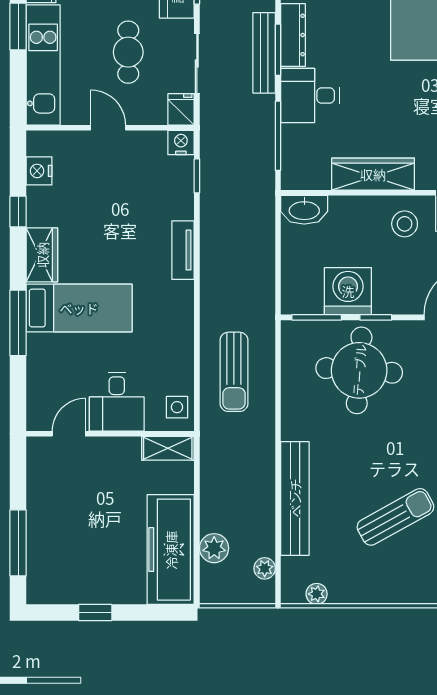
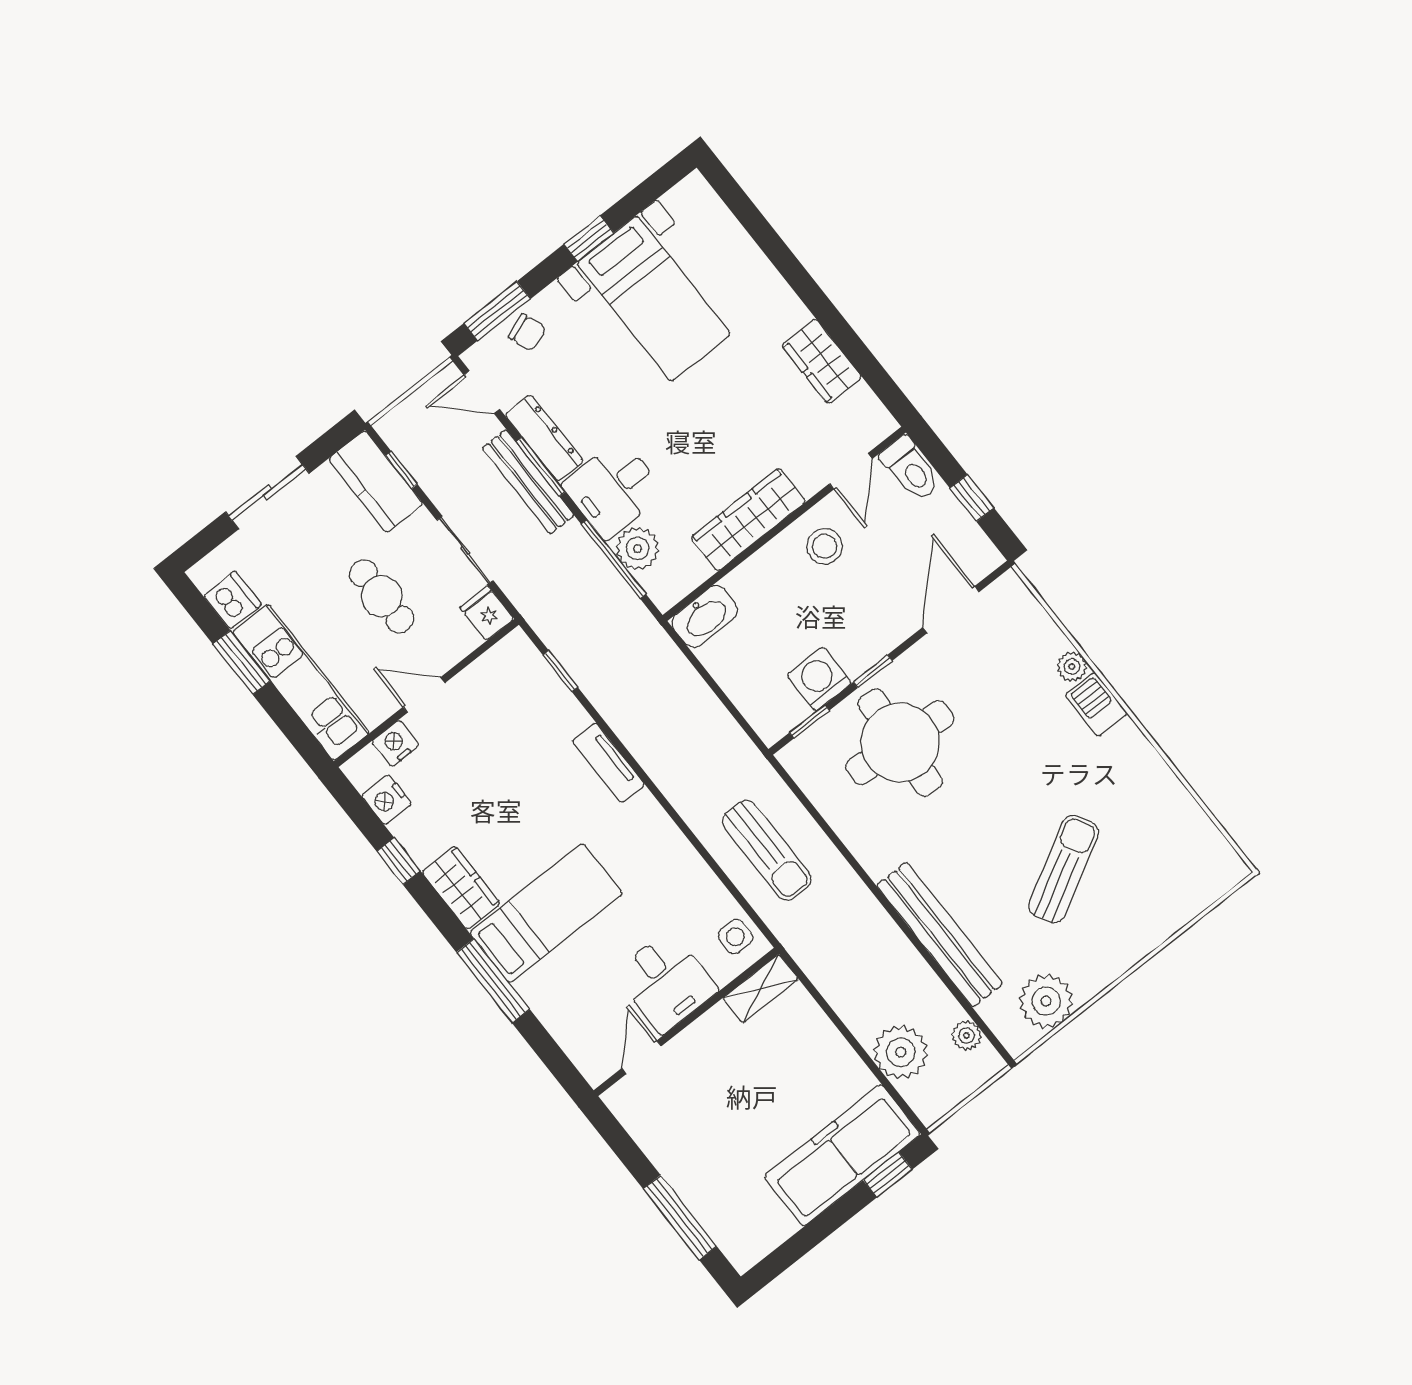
plant: (297, 140) -> (637, 548), added
nightstand: (181, 143) -> (395, 743), moved
washing machine: (348, 291) -> (819, 679), width x0.73, depth x0.73
window: (317, 317) -> (809, 721), width x0.67
plant: (214, 548) -> (901, 1052), width x1.36, depth x1.36
freezer: (171, 550) -> (842, 1155), moved, turned 90
plant: (317, 594) -> (1046, 1001), width x1.88, depth x1.88
window: (95, 613) -> (888, 1175), moved

